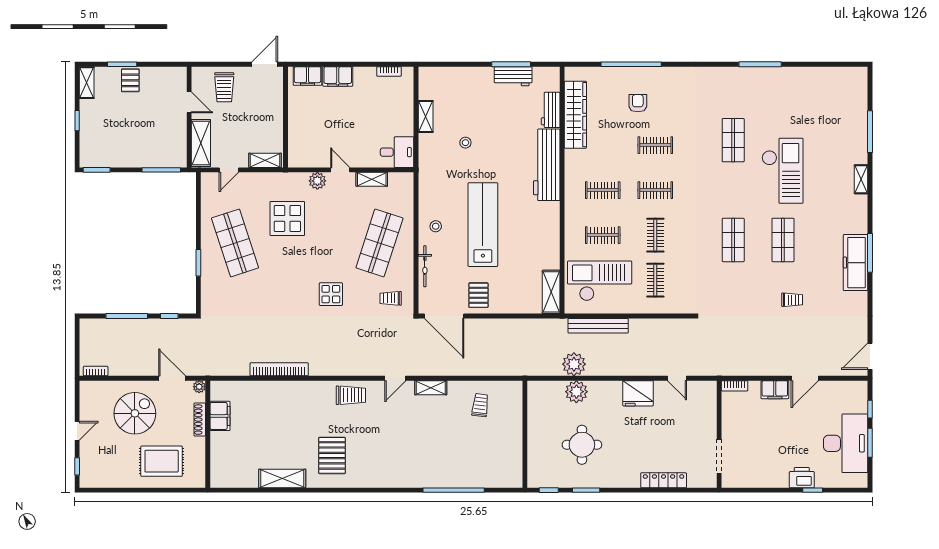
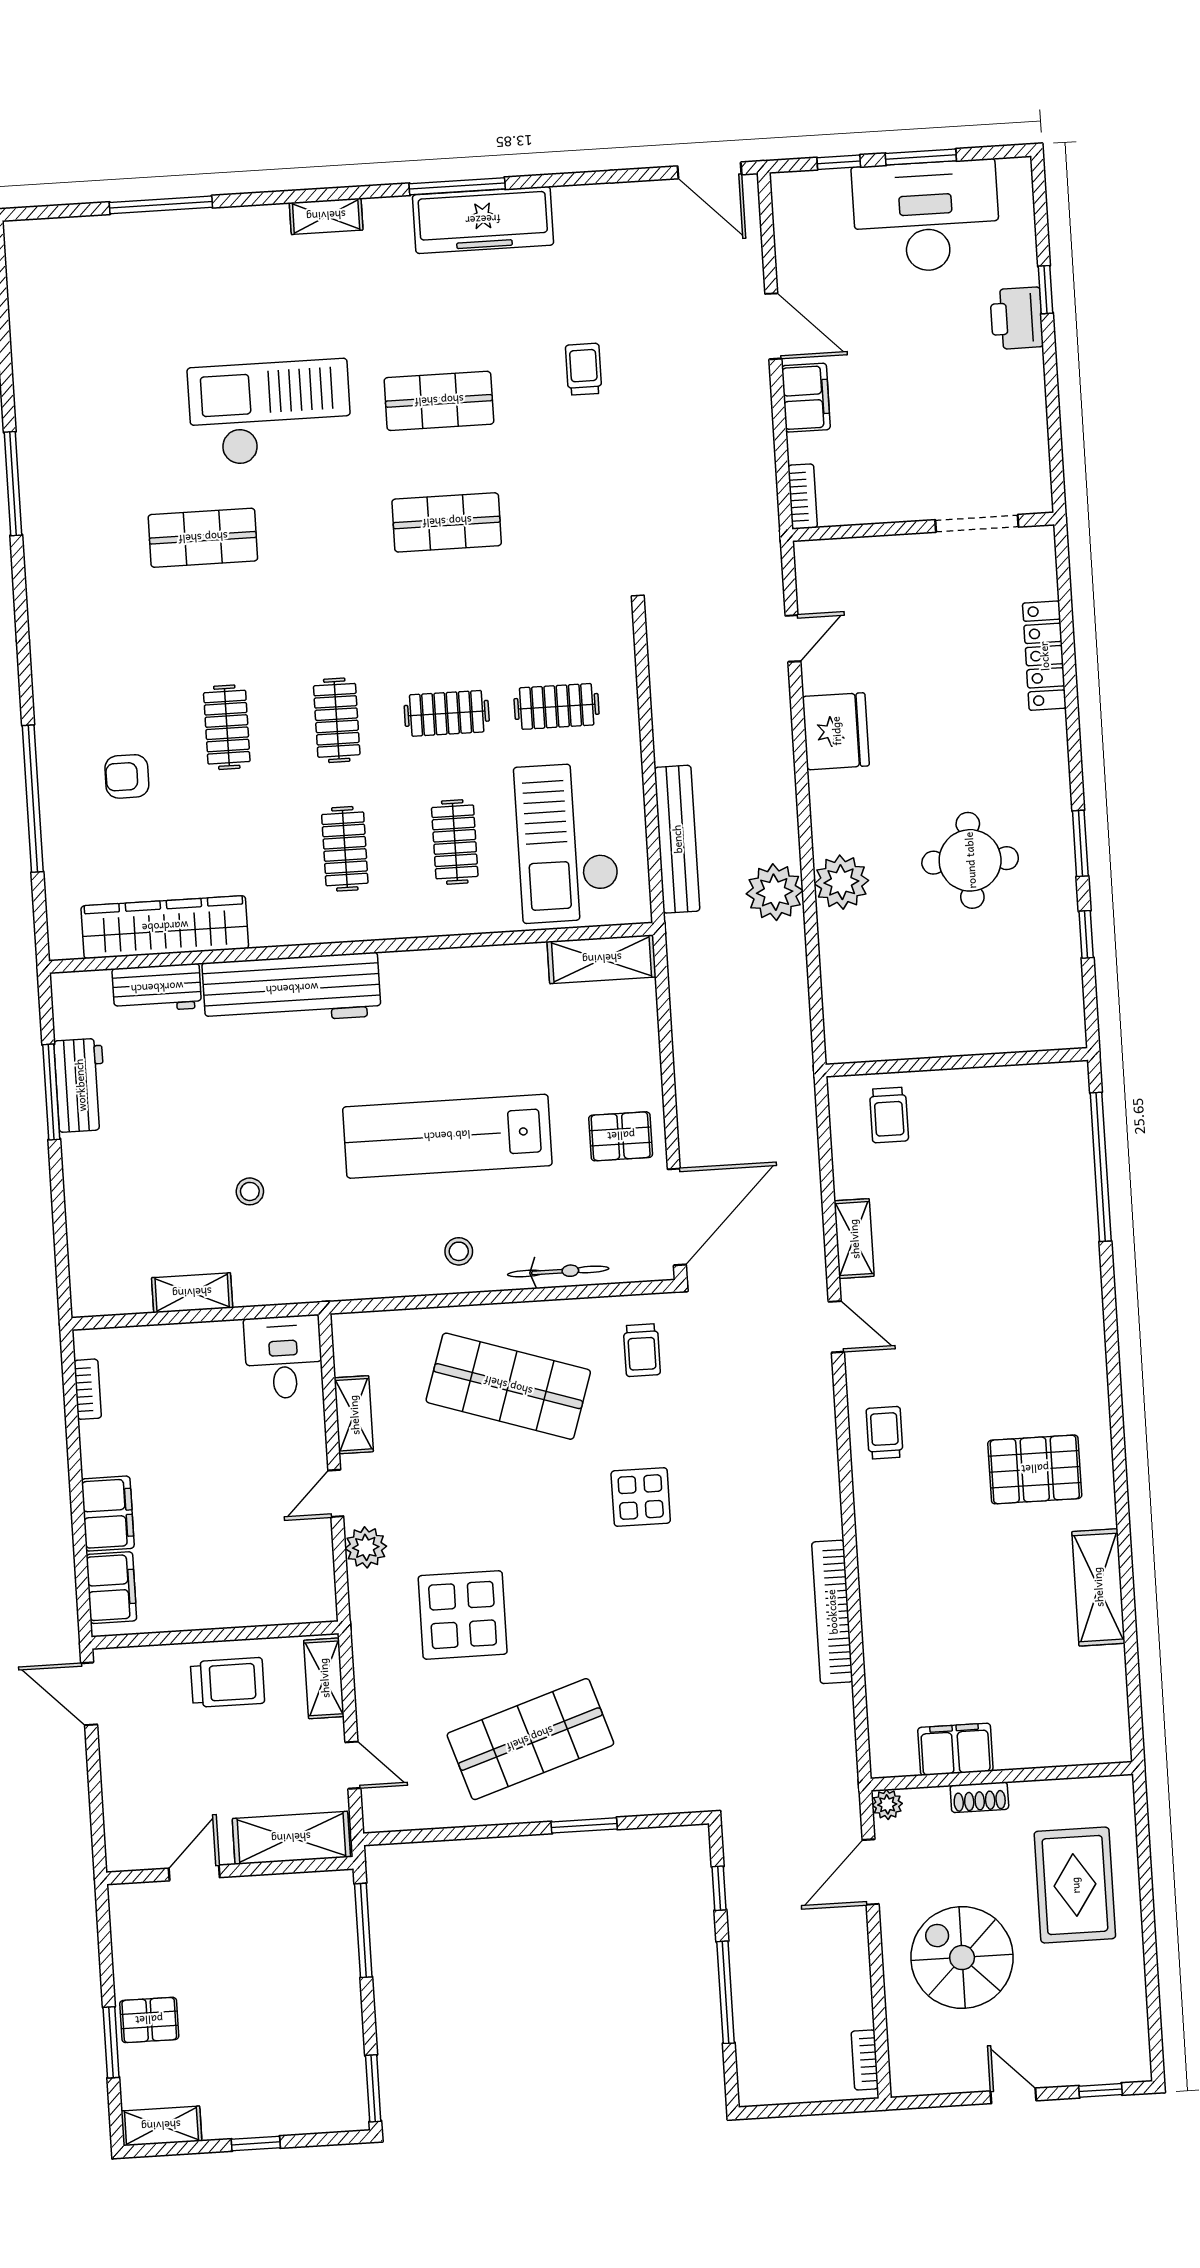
trolley: (224, 87) -> (228, 1682), moved
shelving: (861, 179) -> (326, 216), moved
trolley: (351, 395) -> (885, 1433), width x0.73, depth x0.72
trolley: (480, 405) -> (889, 1115), turned -97
shoe rack: (200, 420) -> (979, 1797), width x0.70
wall: (525, 434) -> (957, 1062), moved

